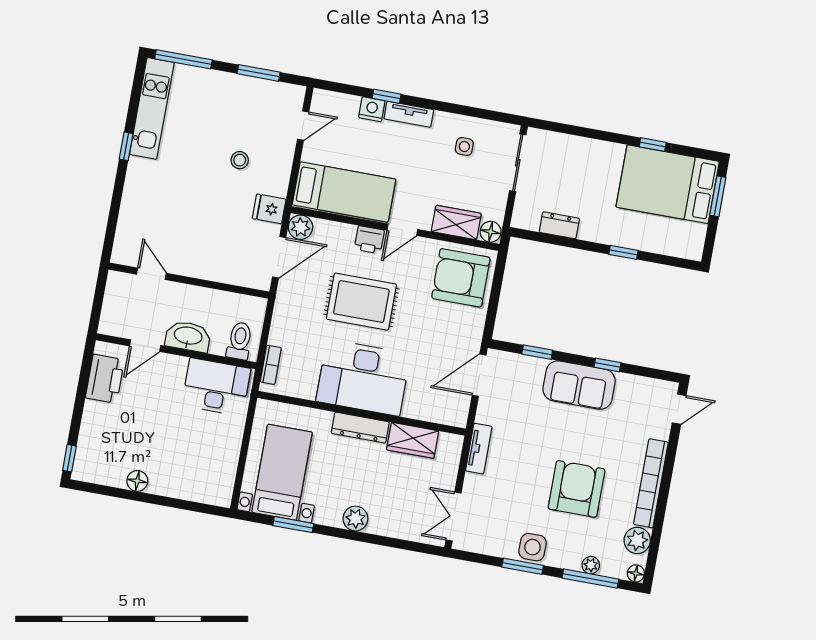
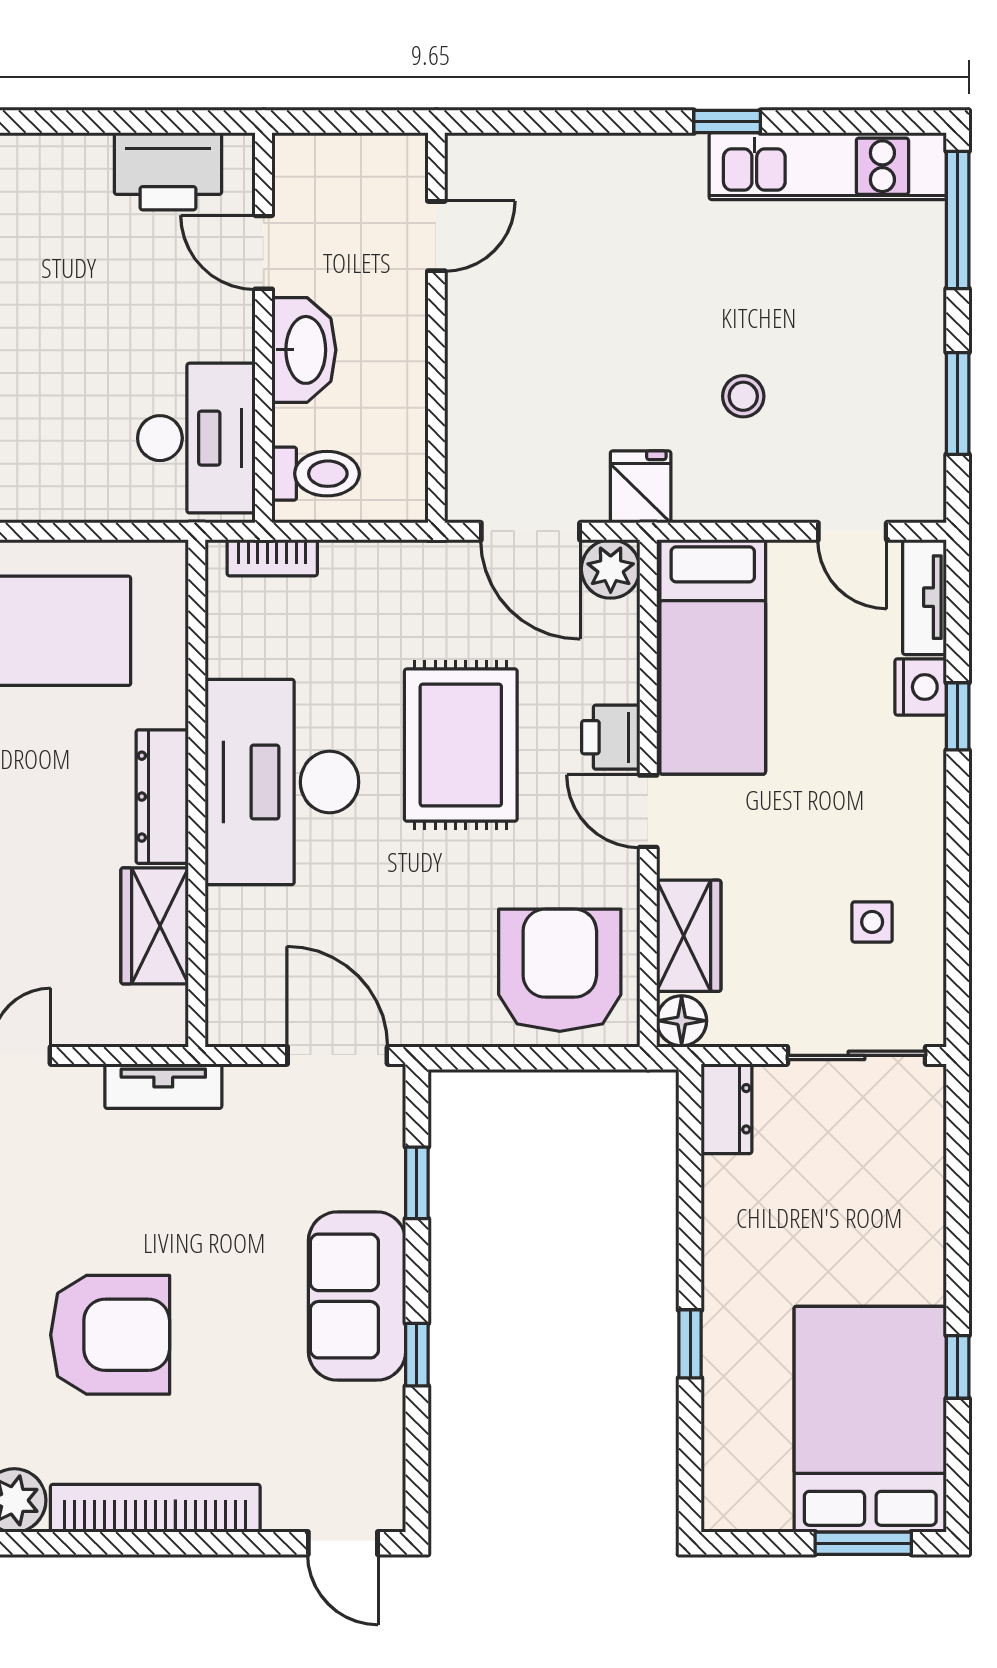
tv unit: (409, 114) -> (925, 597), moved
dresser: (559, 225) -> (726, 1109), moved

